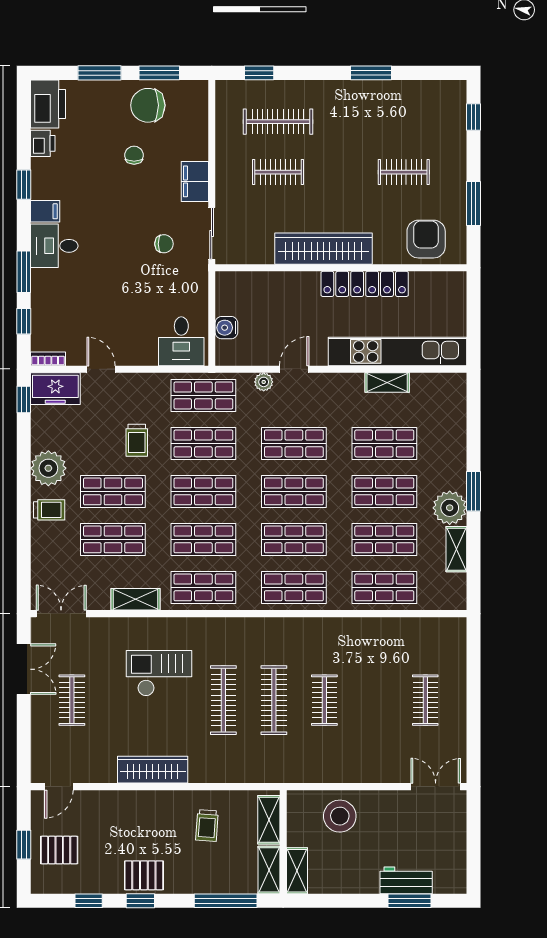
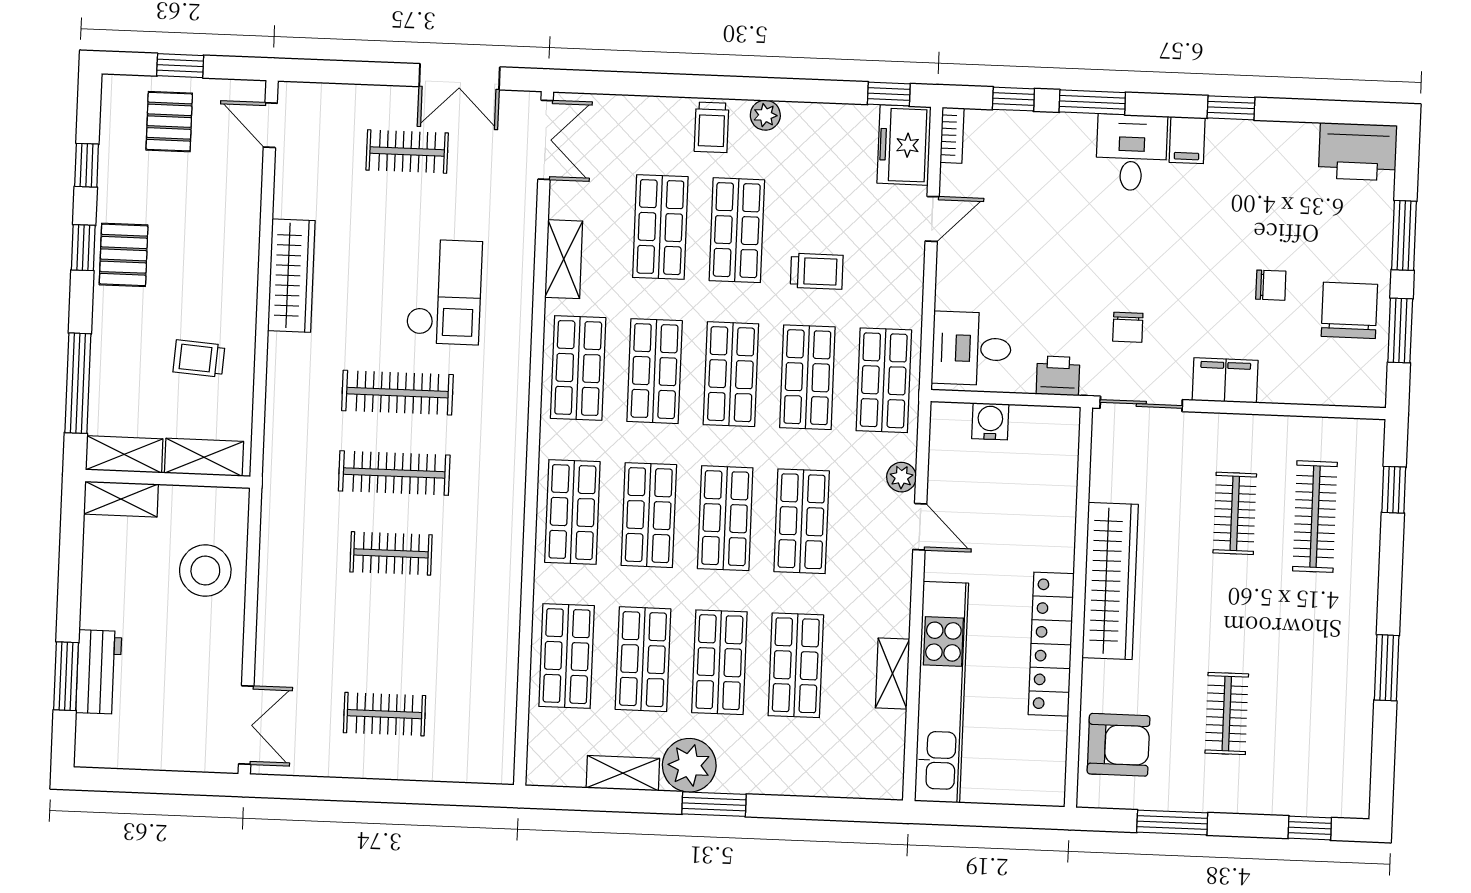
printer: (43, 143) -> (1058, 376), moved, turned 180
trolley: (137, 440) -> (817, 271), turned 180
plant: (48, 468) -> (765, 115), width x0.53, depth x0.53

